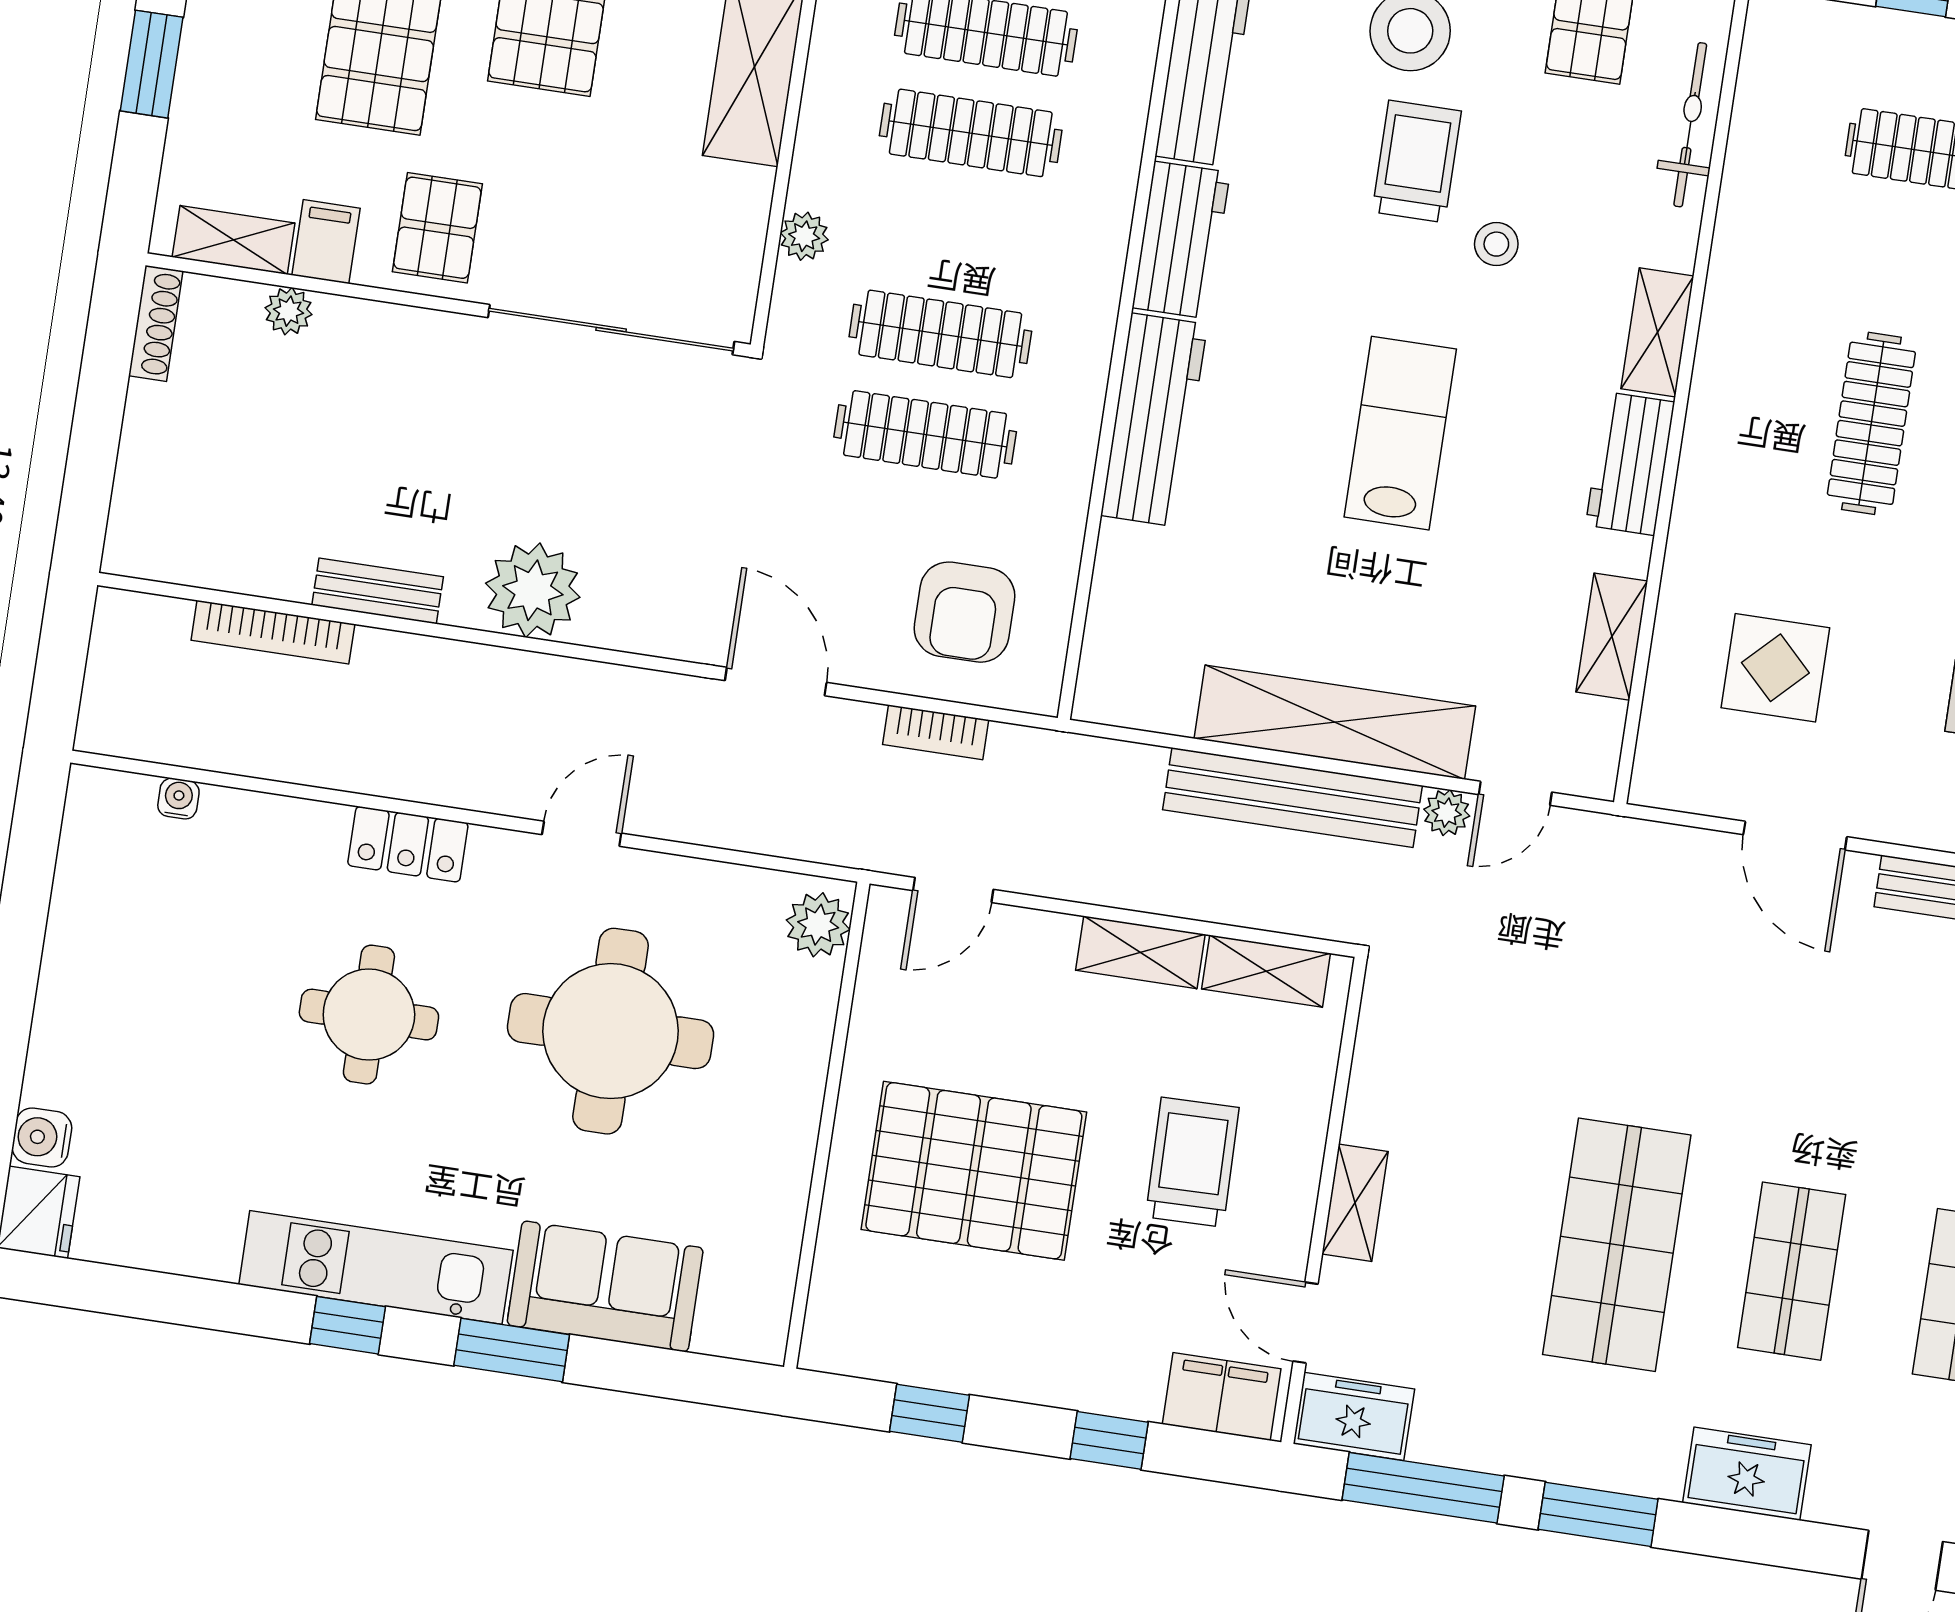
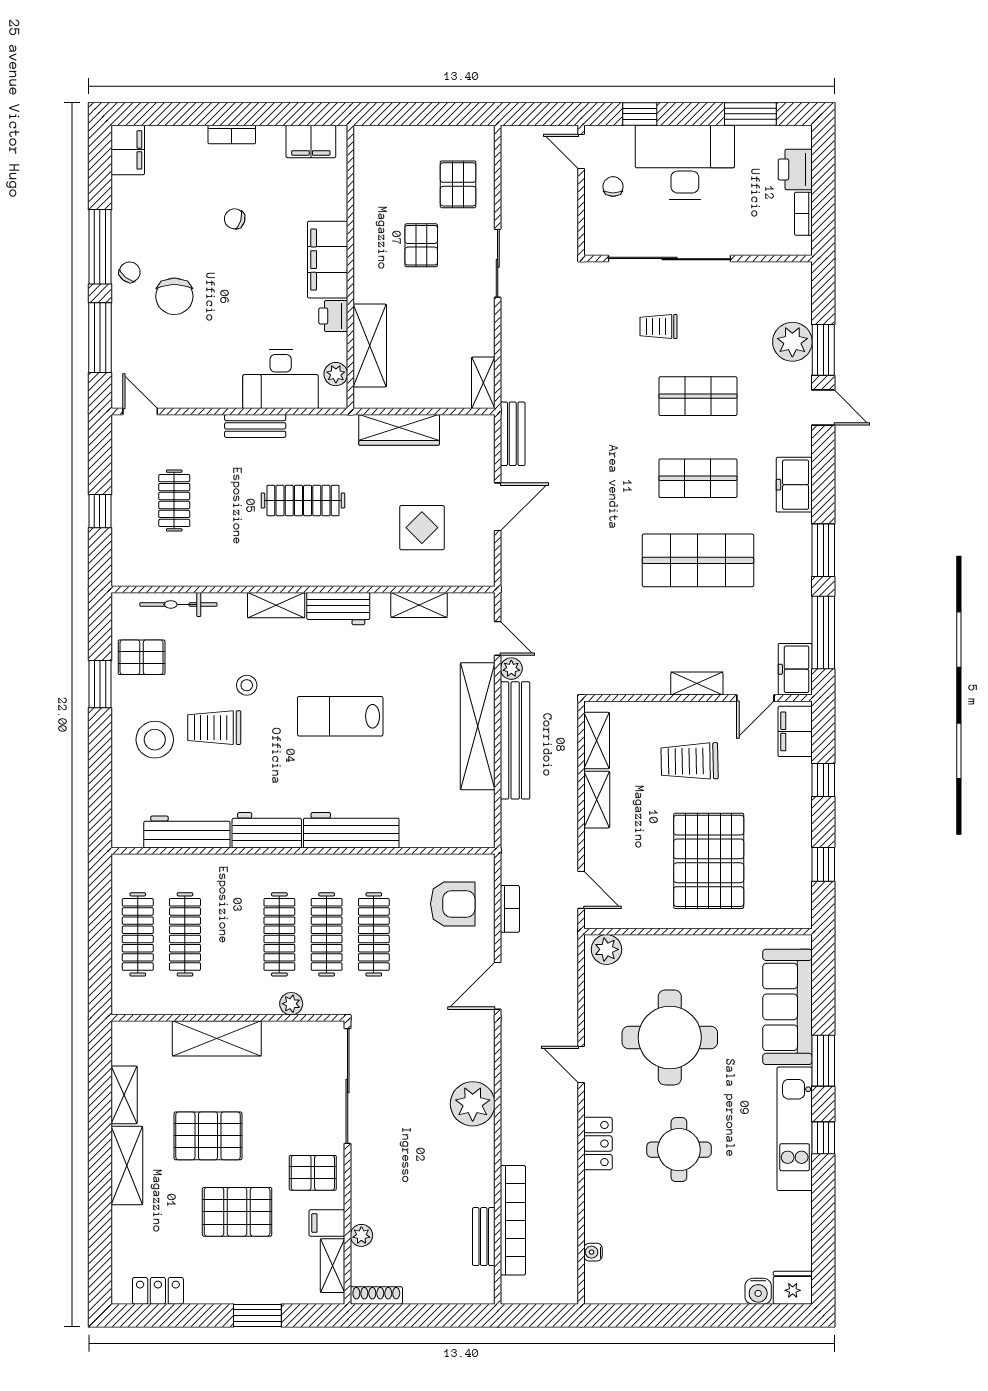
clothes rail: (971, 133) -> (279, 934), moved
bench: (378, 591) -> (484, 1237), moved
bookcase: (273, 632) -> (513, 1220), width x1.48, depth x1.31
sofa: (605, 1286) -> (787, 1007), width x1.36

